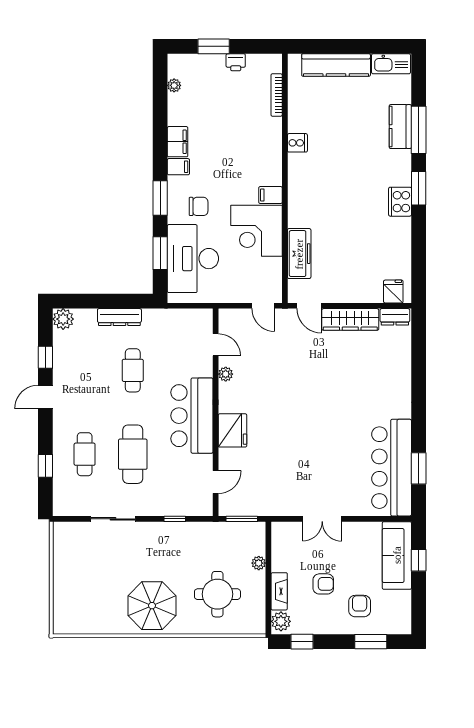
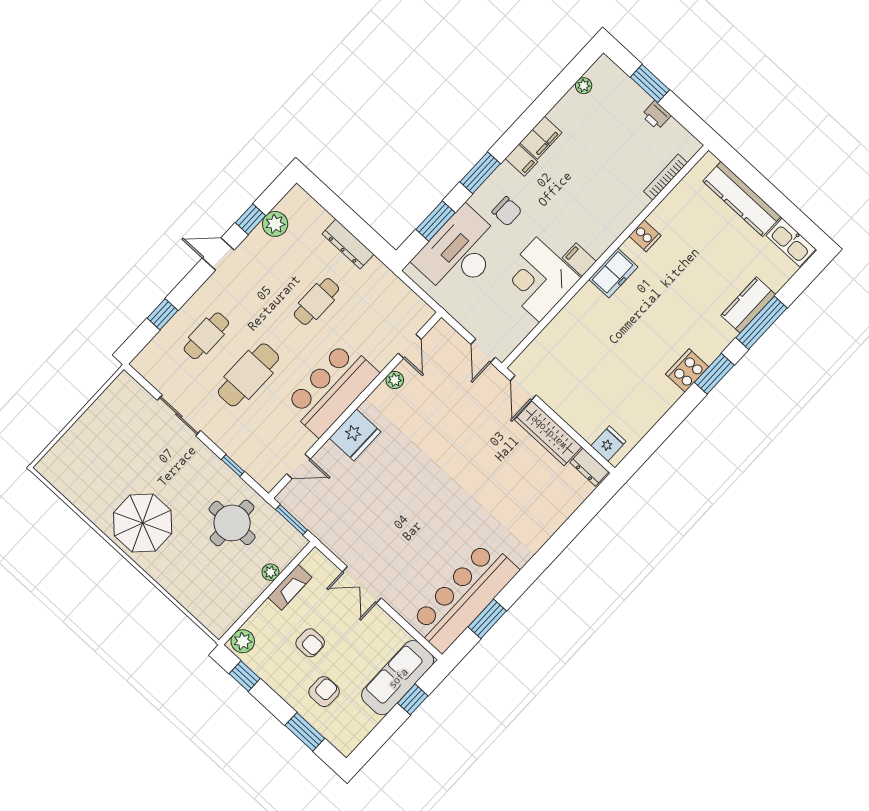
freezer: (299, 254) -> (613, 273), moved, width x0.71
plant: (63, 319) -> (275, 224), moved
fireplace: (279, 591) -> (290, 587), moved
round table: (217, 594) -> (232, 523), moved

